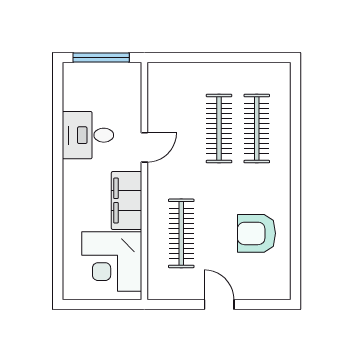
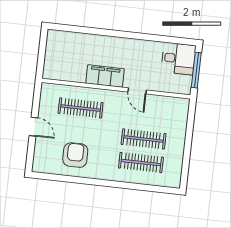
desk: (88, 135) -> (178, 59), moved, turned 90
corner desk: (112, 261) -> (68, 63), removed
door: (219, 304) -> (33, 127), hinge flipped

